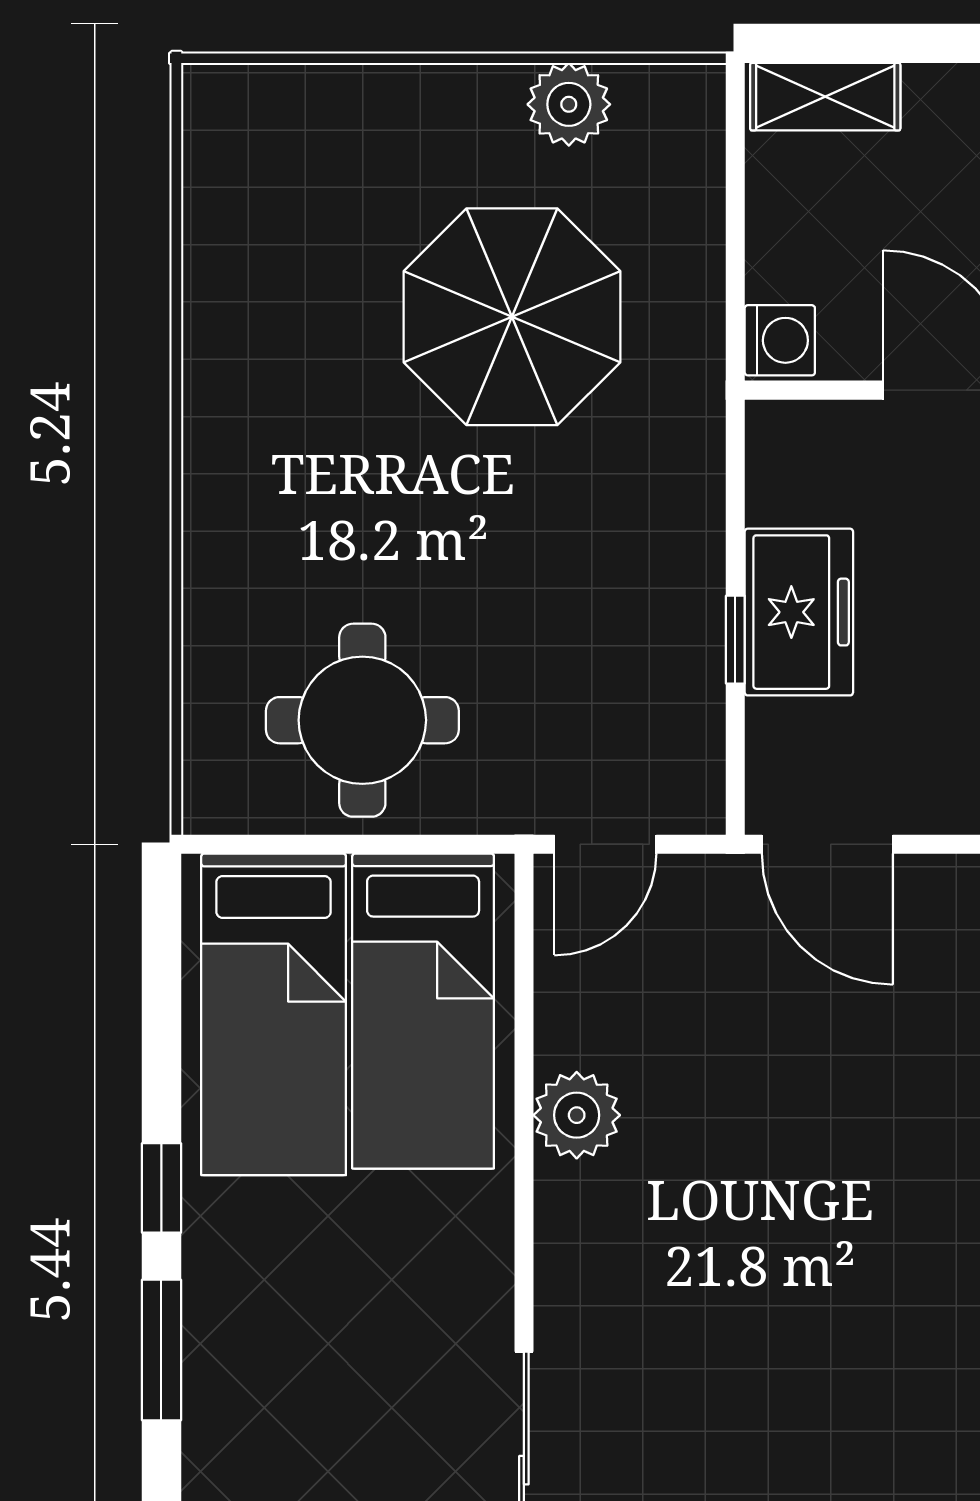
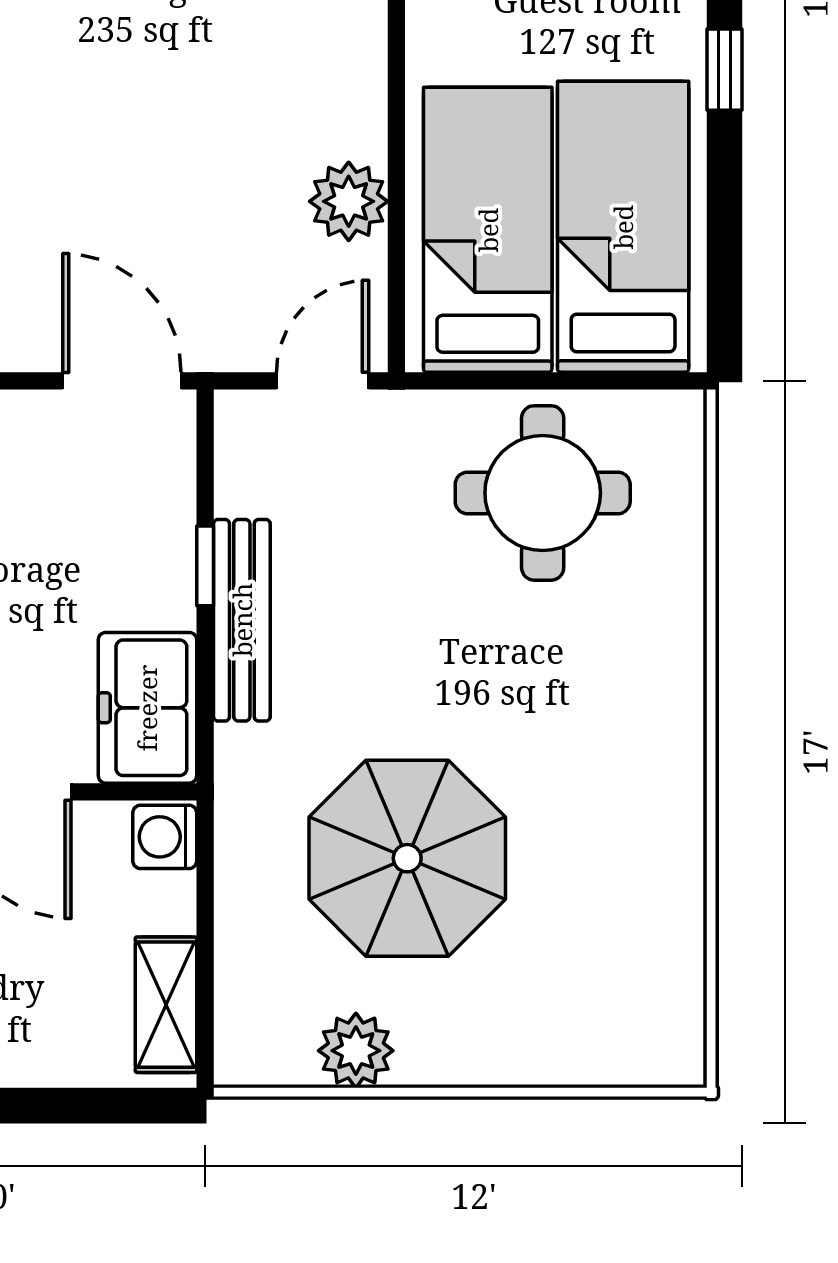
shelving: (825, 97) -> (166, 1005), moved, turned 90
bench: (695, 580) -> (242, 620), added
freezer: (799, 612) -> (147, 708), moved
plant: (577, 1115) -> (349, 201), moved

